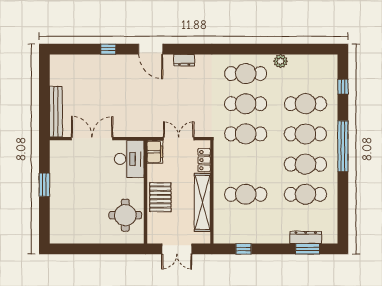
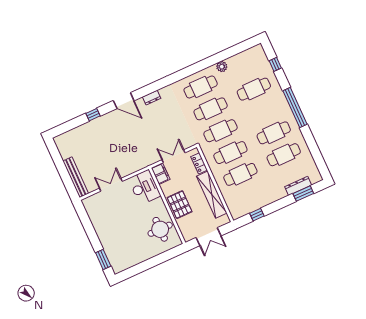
cafe table: (305, 134) -> (230, 153), moved
double door: (92, 139) -> (111, 185), width x0.73
window: (44, 185) -> (103, 259), moved

